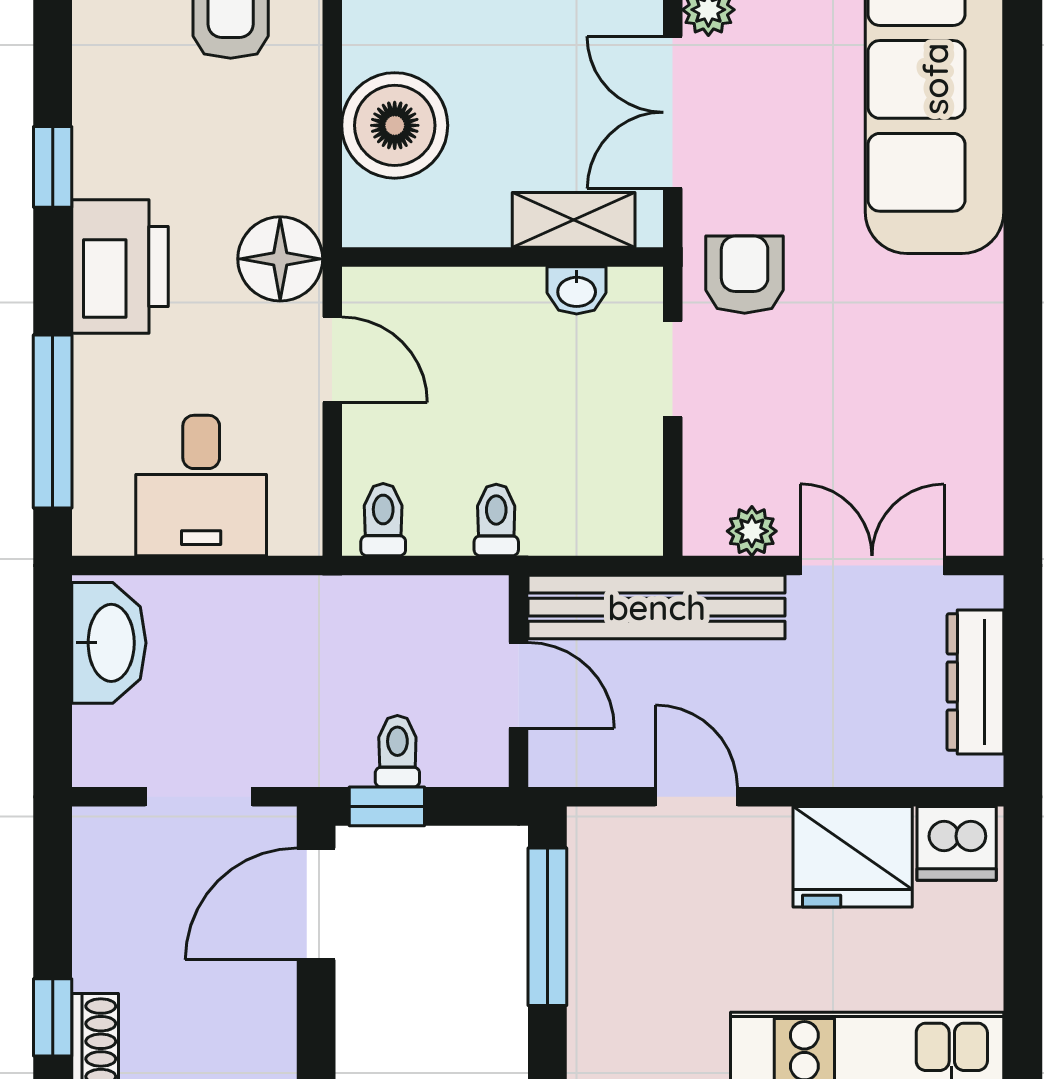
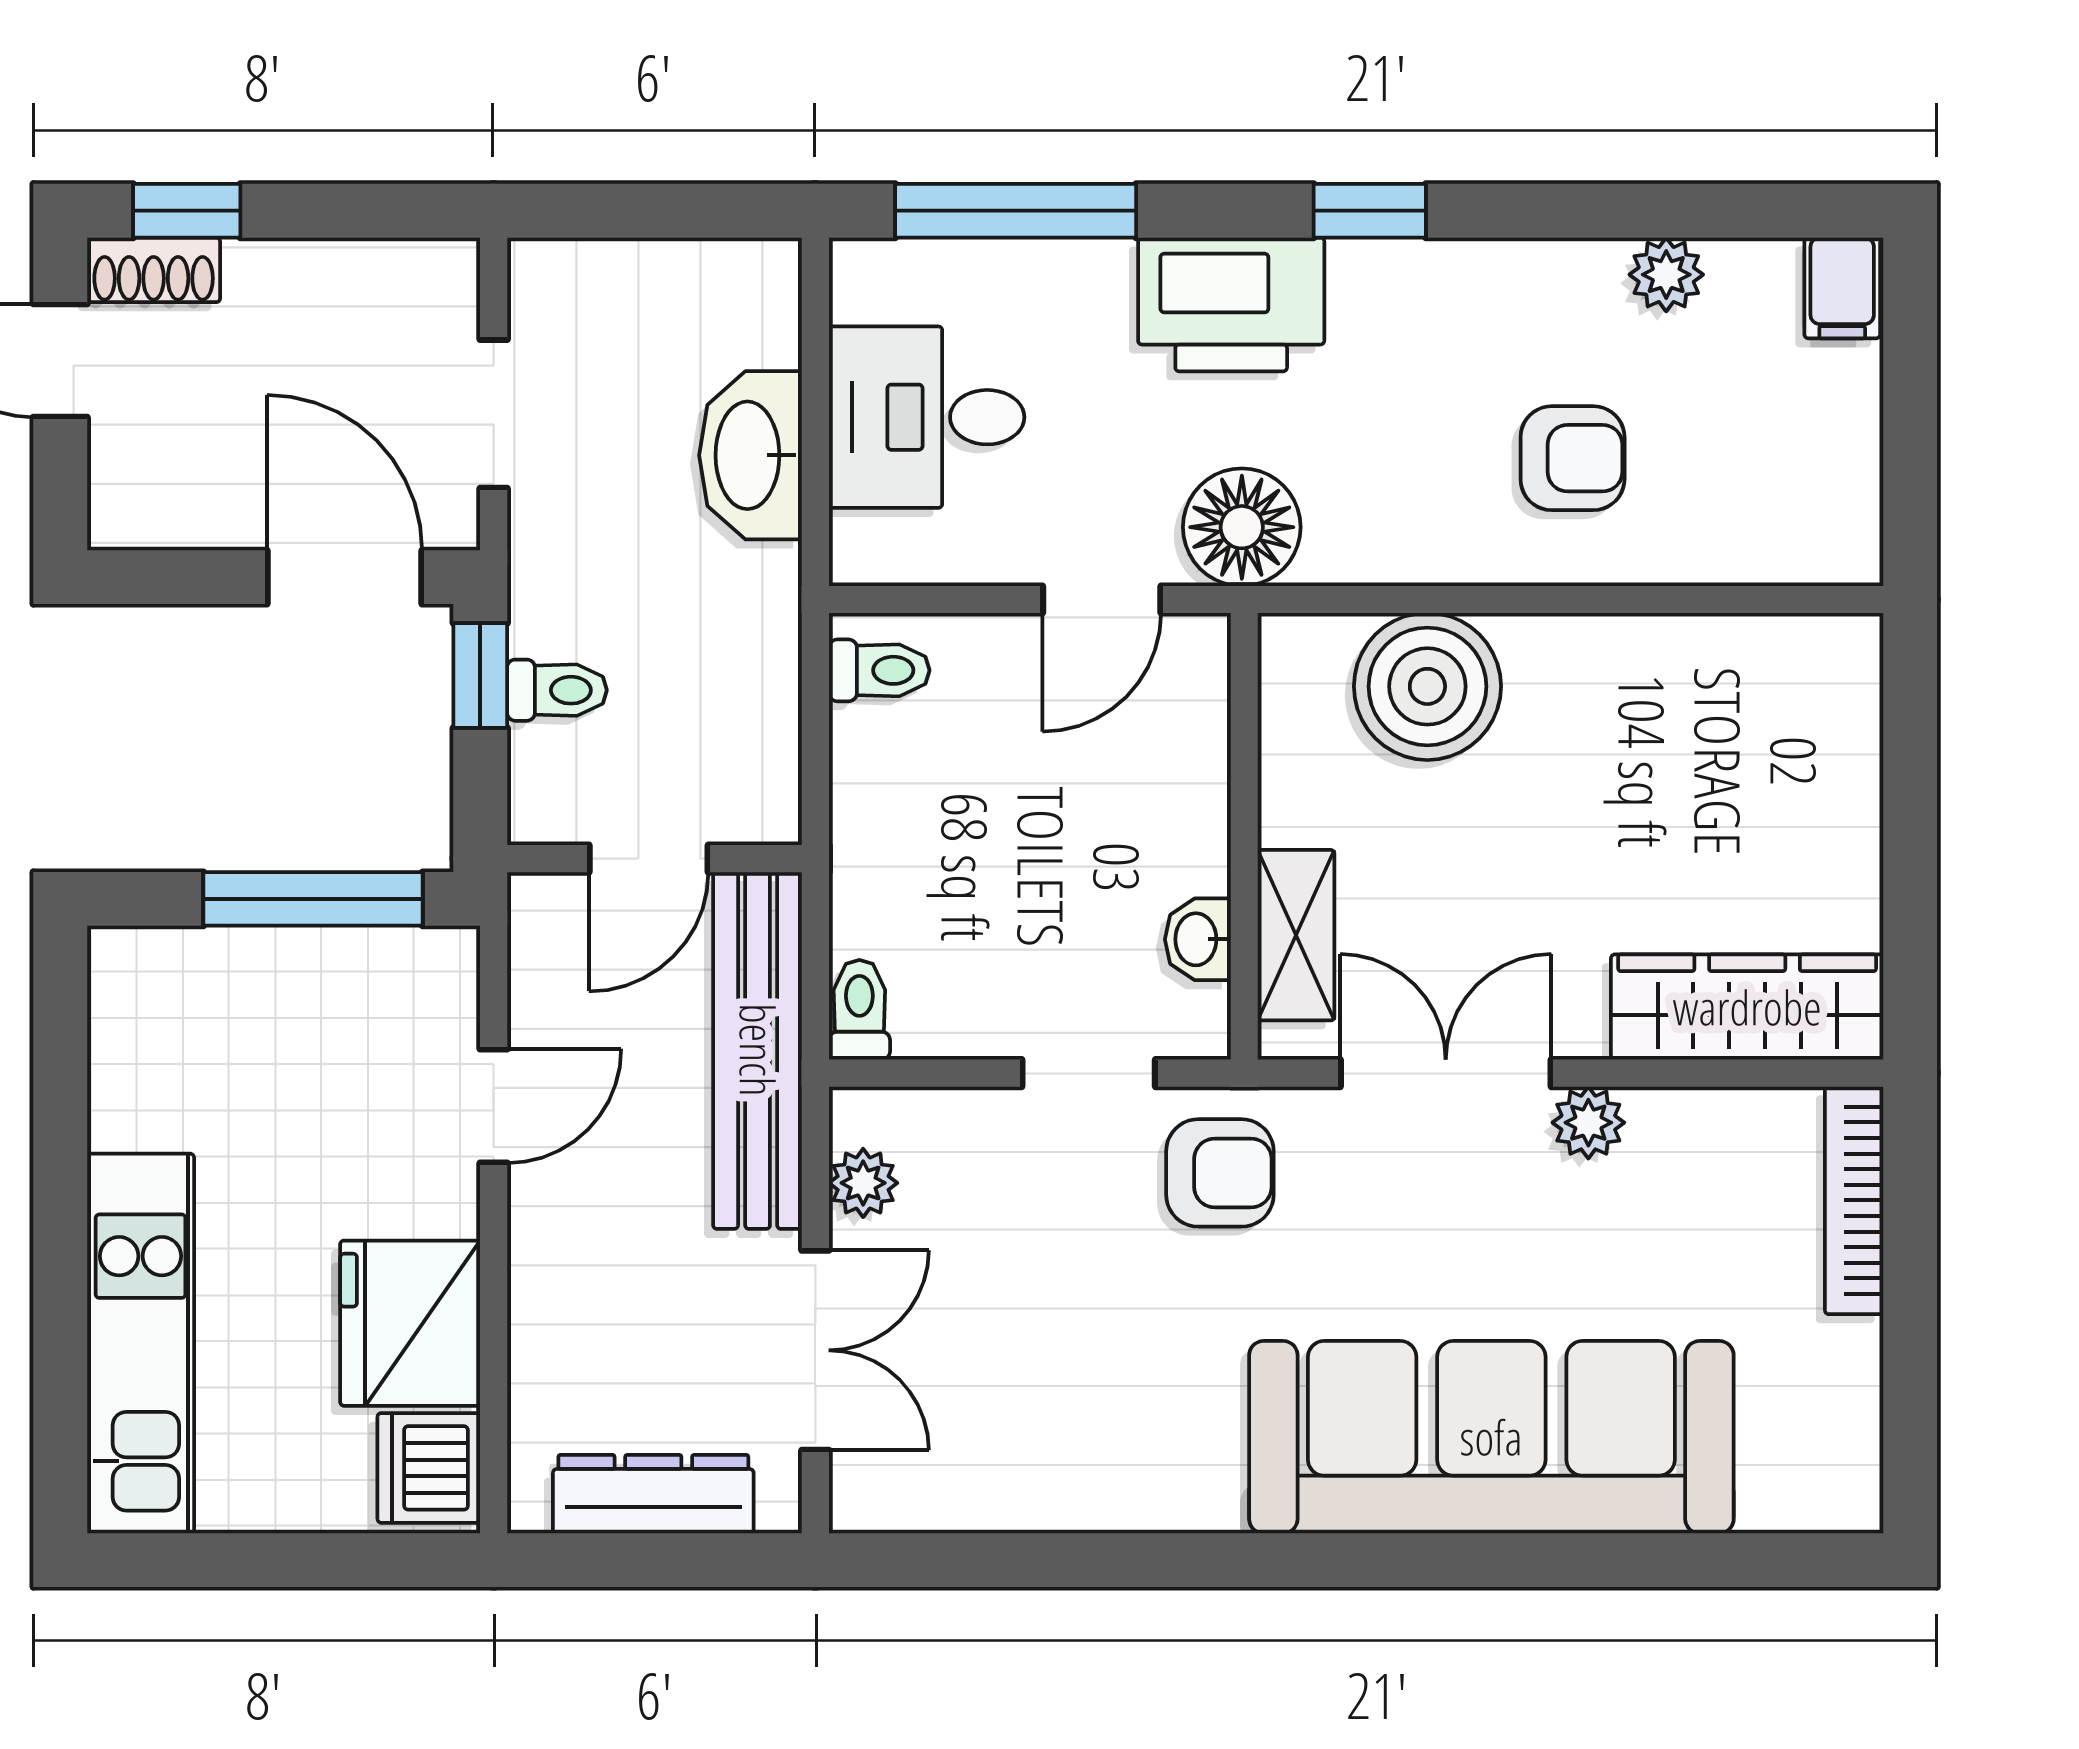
toilet: (496, 520) -> (859, 1010), moved, turned -90
washbasin: (109, 643) -> (751, 455), moved, turned 90

